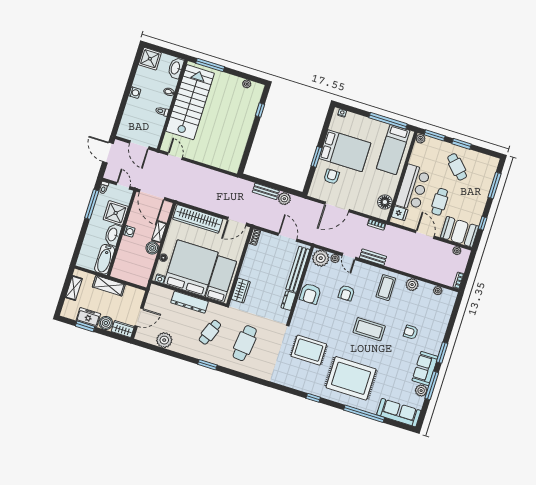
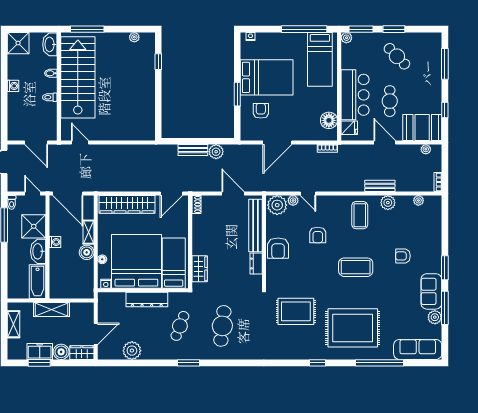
bench: (373, 257) -> (380, 186), moved

